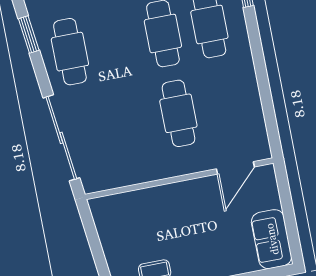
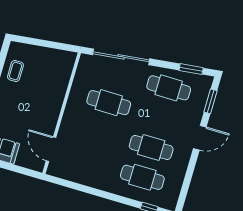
cafe table: (178, 113) -> (109, 103), moved

